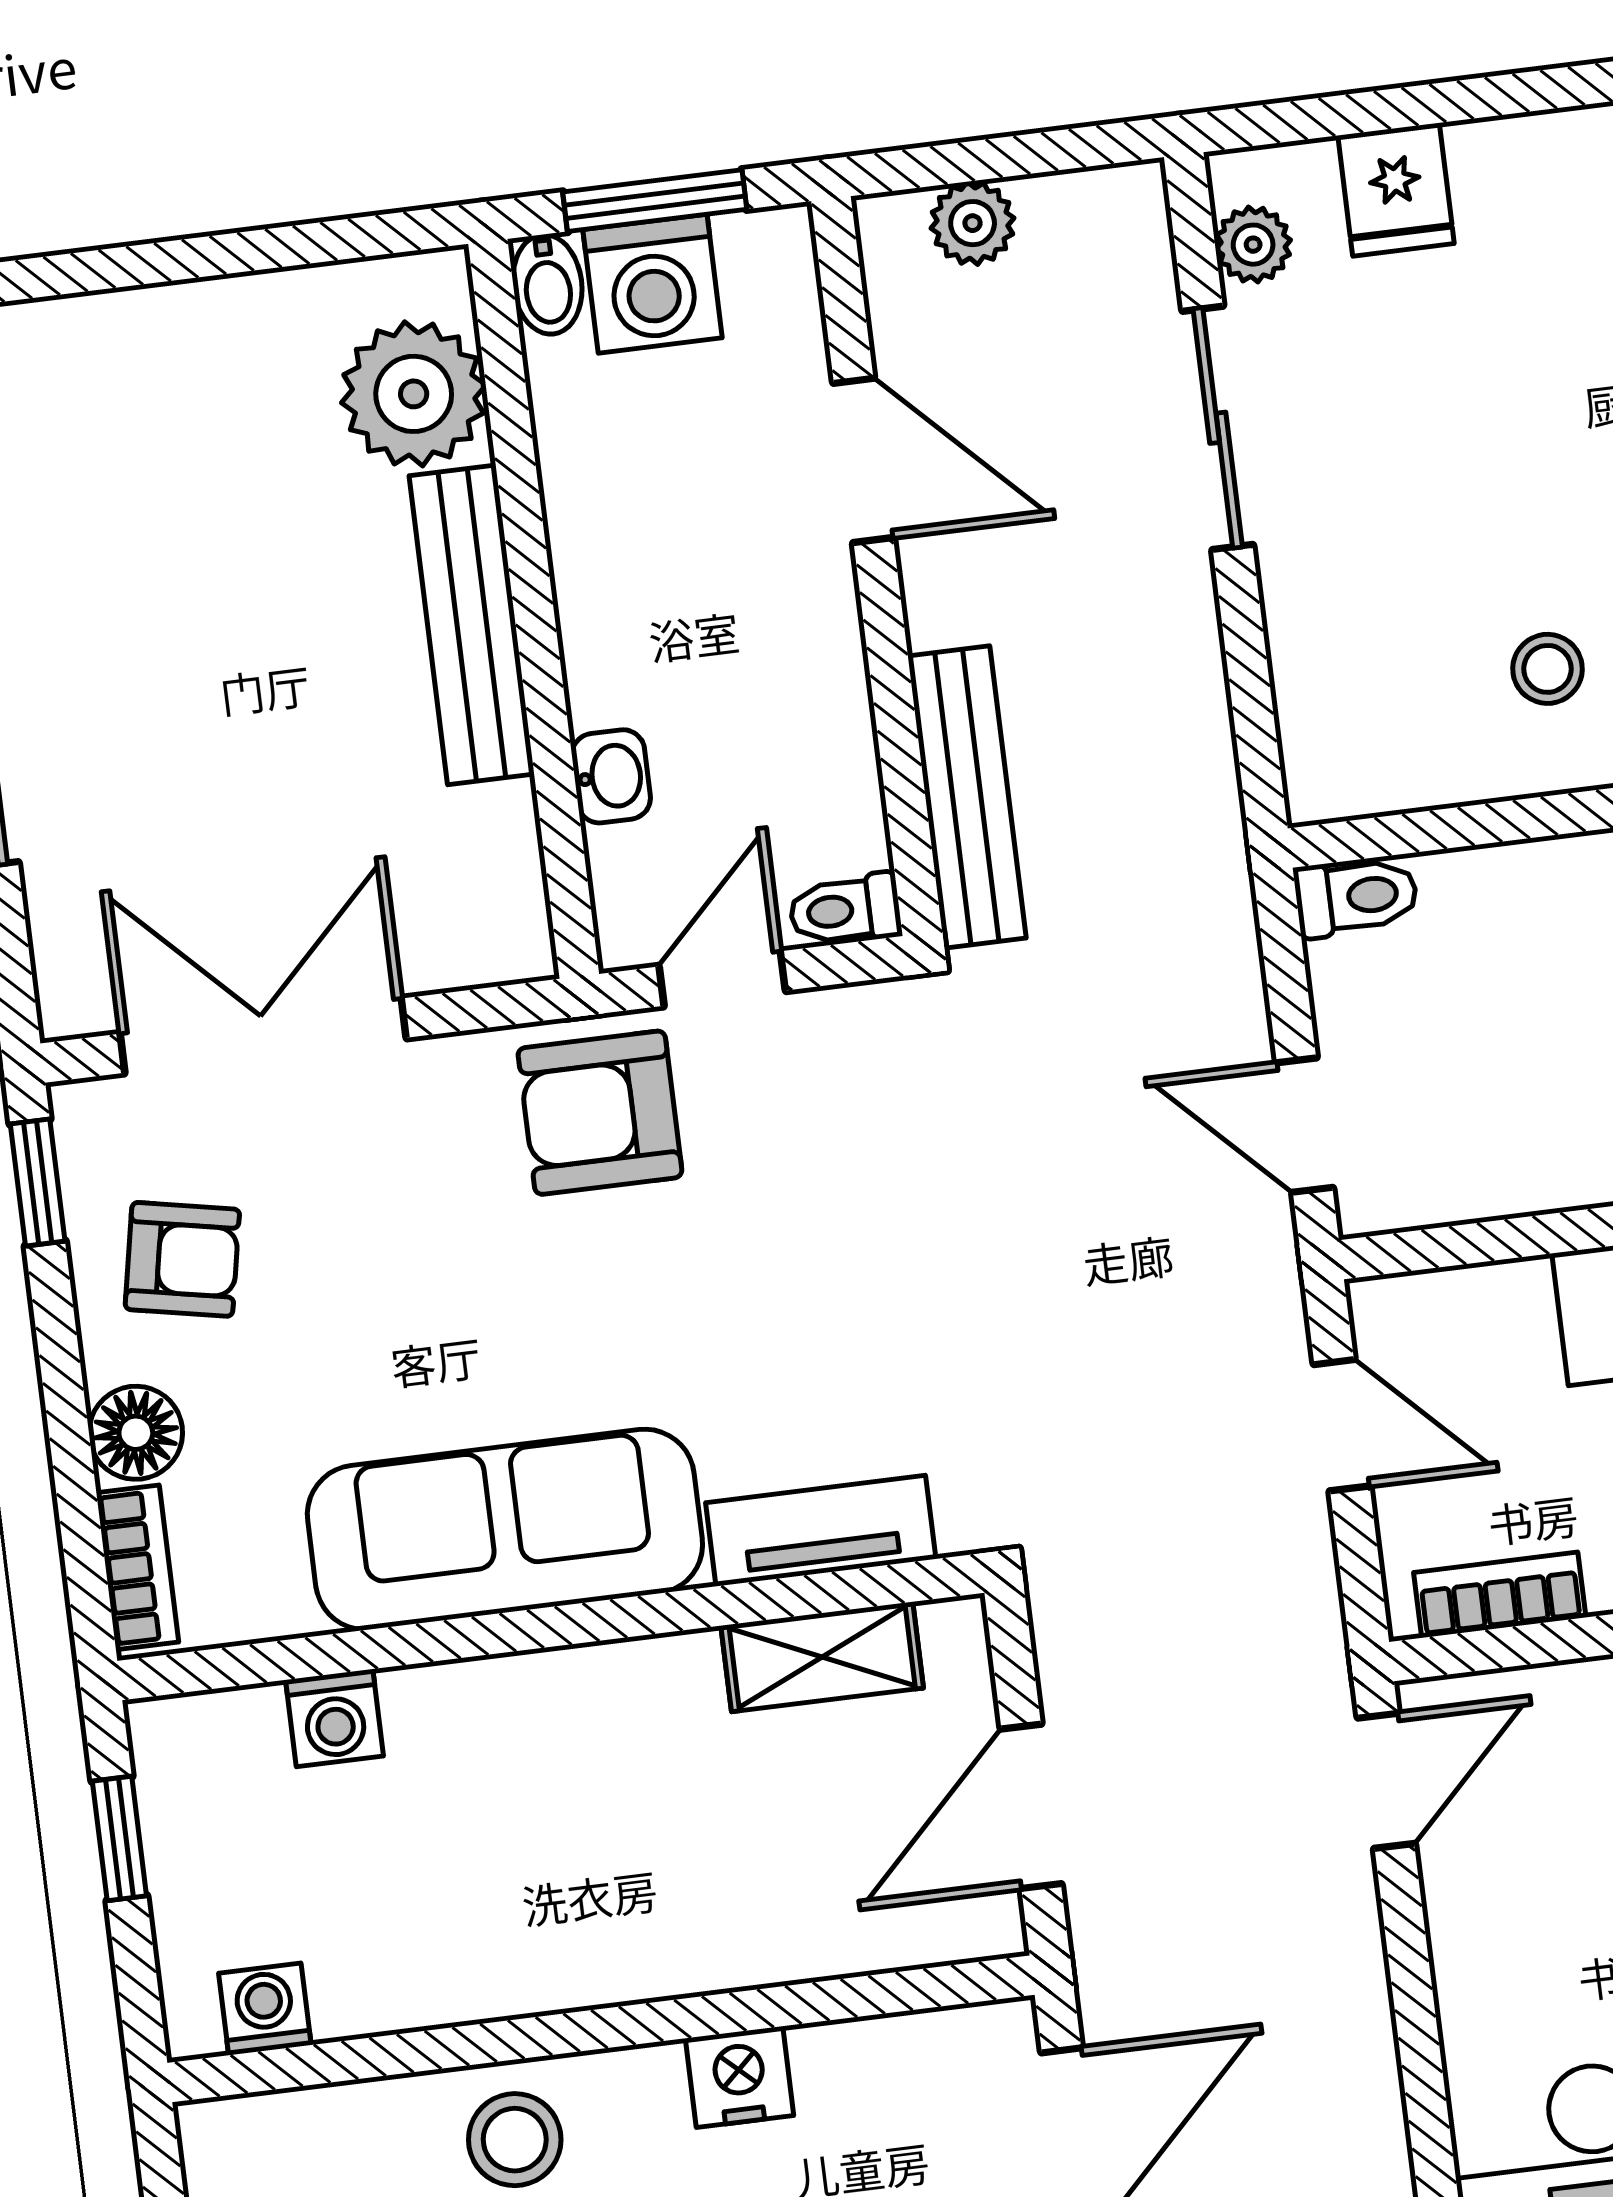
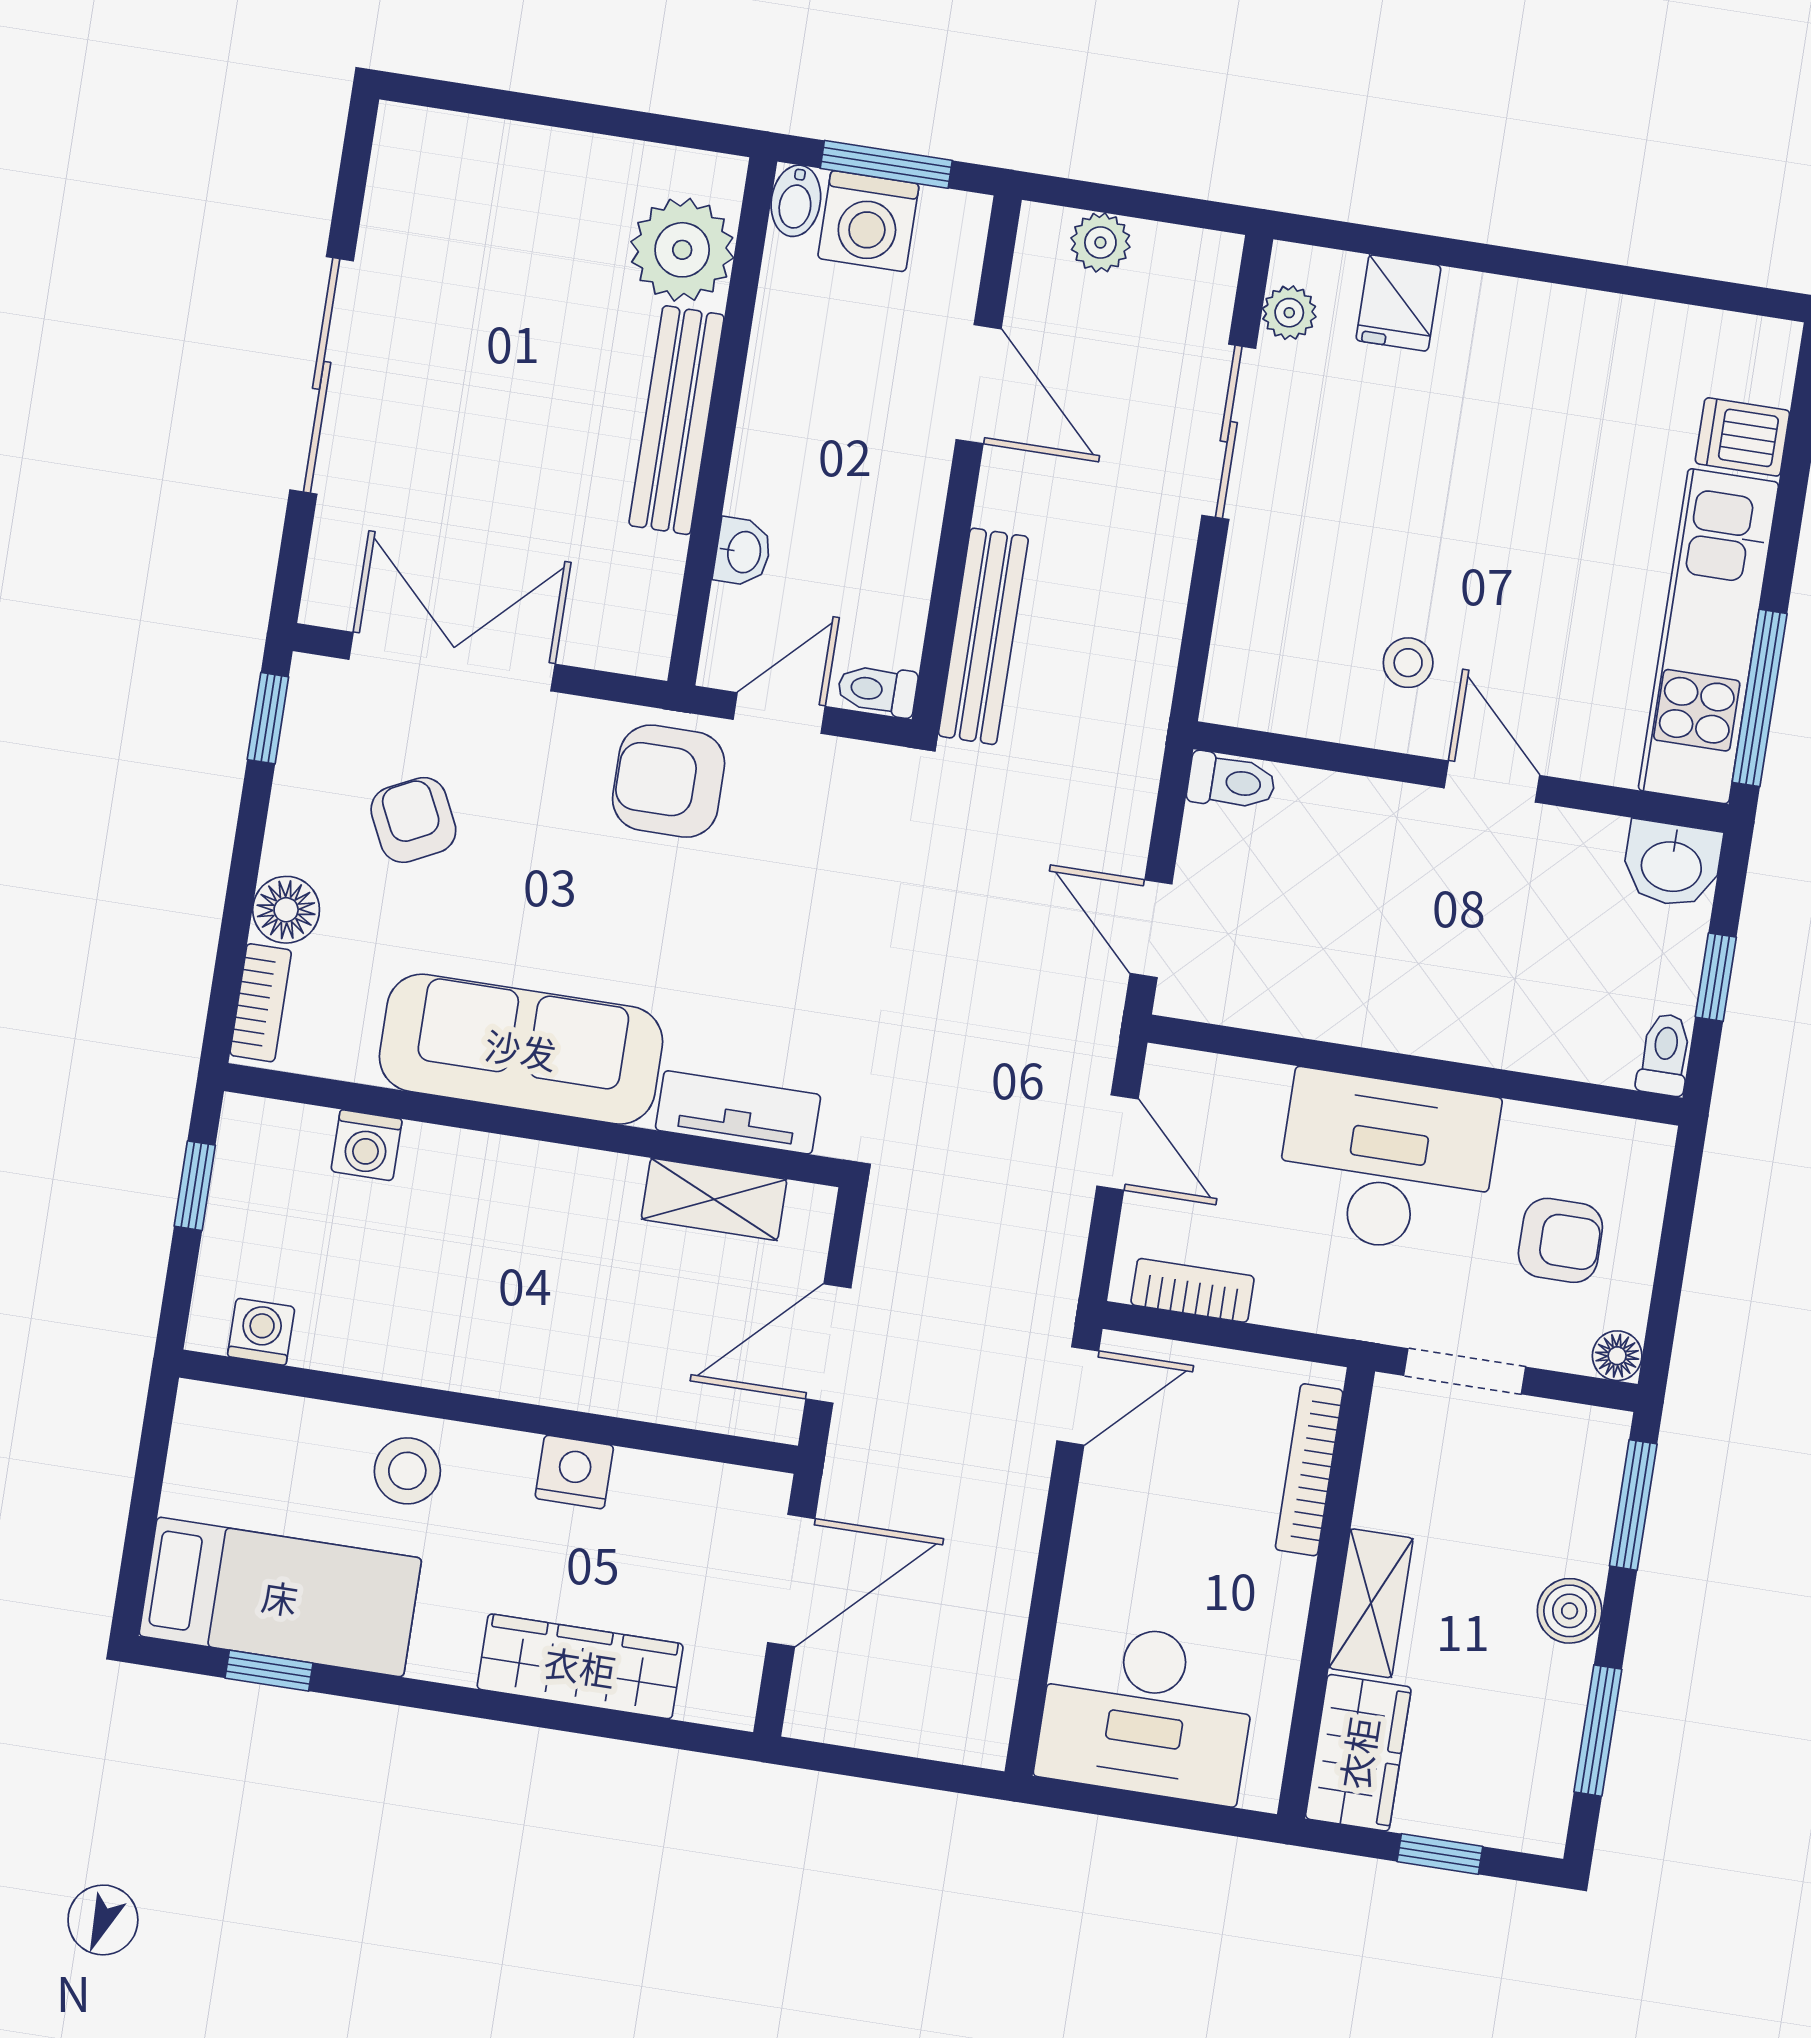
armchair: (182, 1259) -> (413, 820), moved, turned -127

